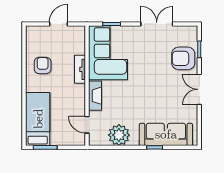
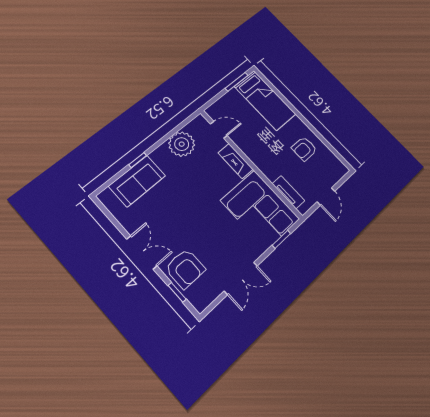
armchair: (183, 58) -> (185, 268), turned 90
armchair: (43, 65) -> (304, 149), turned 90
tv unit: (80, 69) -> (288, 192), moved
sofa: (166, 134) -> (137, 181), width x0.73

